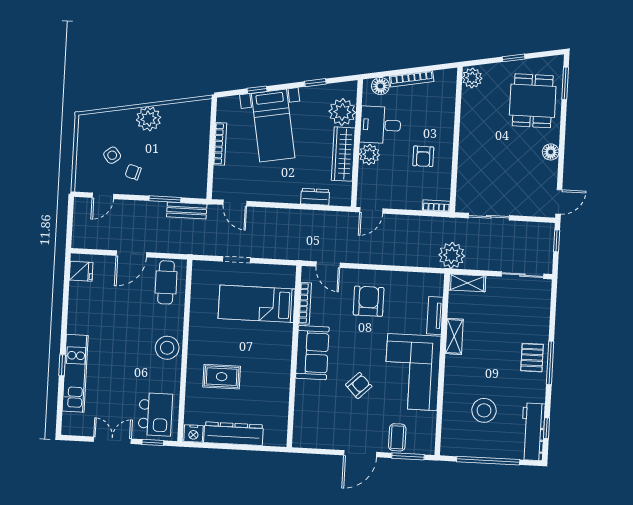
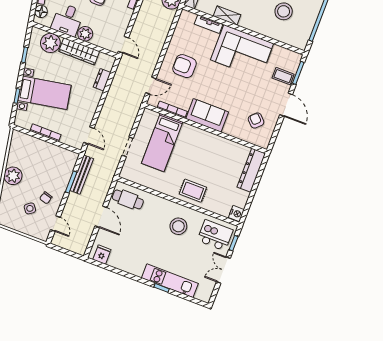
door: (235, 203) -> (89, 135), hinge flipped
bench: (187, 211) -> (82, 175), width x1.36
stool: (167, 348) -> (178, 226), moved
rug: (222, 377) -> (193, 191), moved, turned 90
armchair: (359, 386) -> (256, 120), moved
dresser: (234, 434) -> (251, 170), moved

